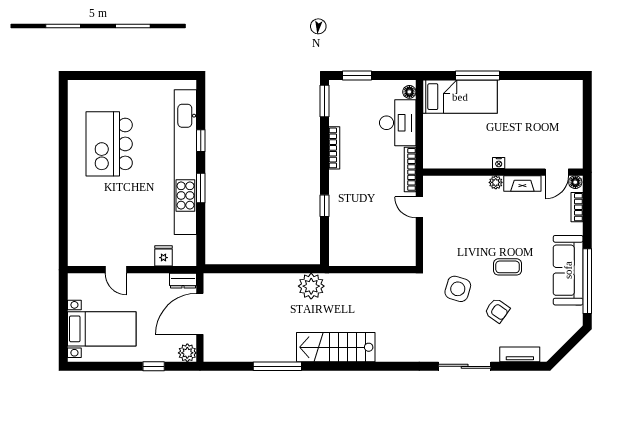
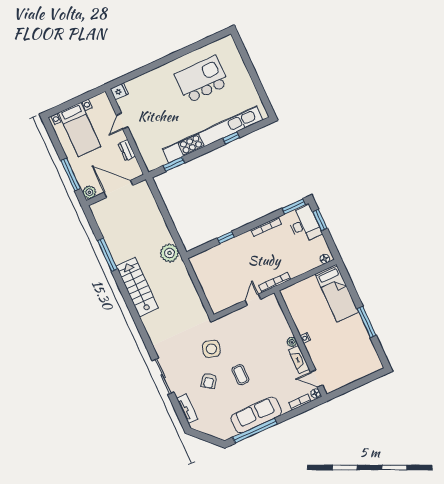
window: (477, 76) -> (367, 322), moved
desk: (398, 123) -> (304, 224), moved, turned -90
window: (201, 188) -> (174, 164), moved
fridge: (163, 256) -> (119, 91), moved
dresser: (183, 281) -> (127, 150), moved
window: (154, 366) -> (71, 174), width x2.17

